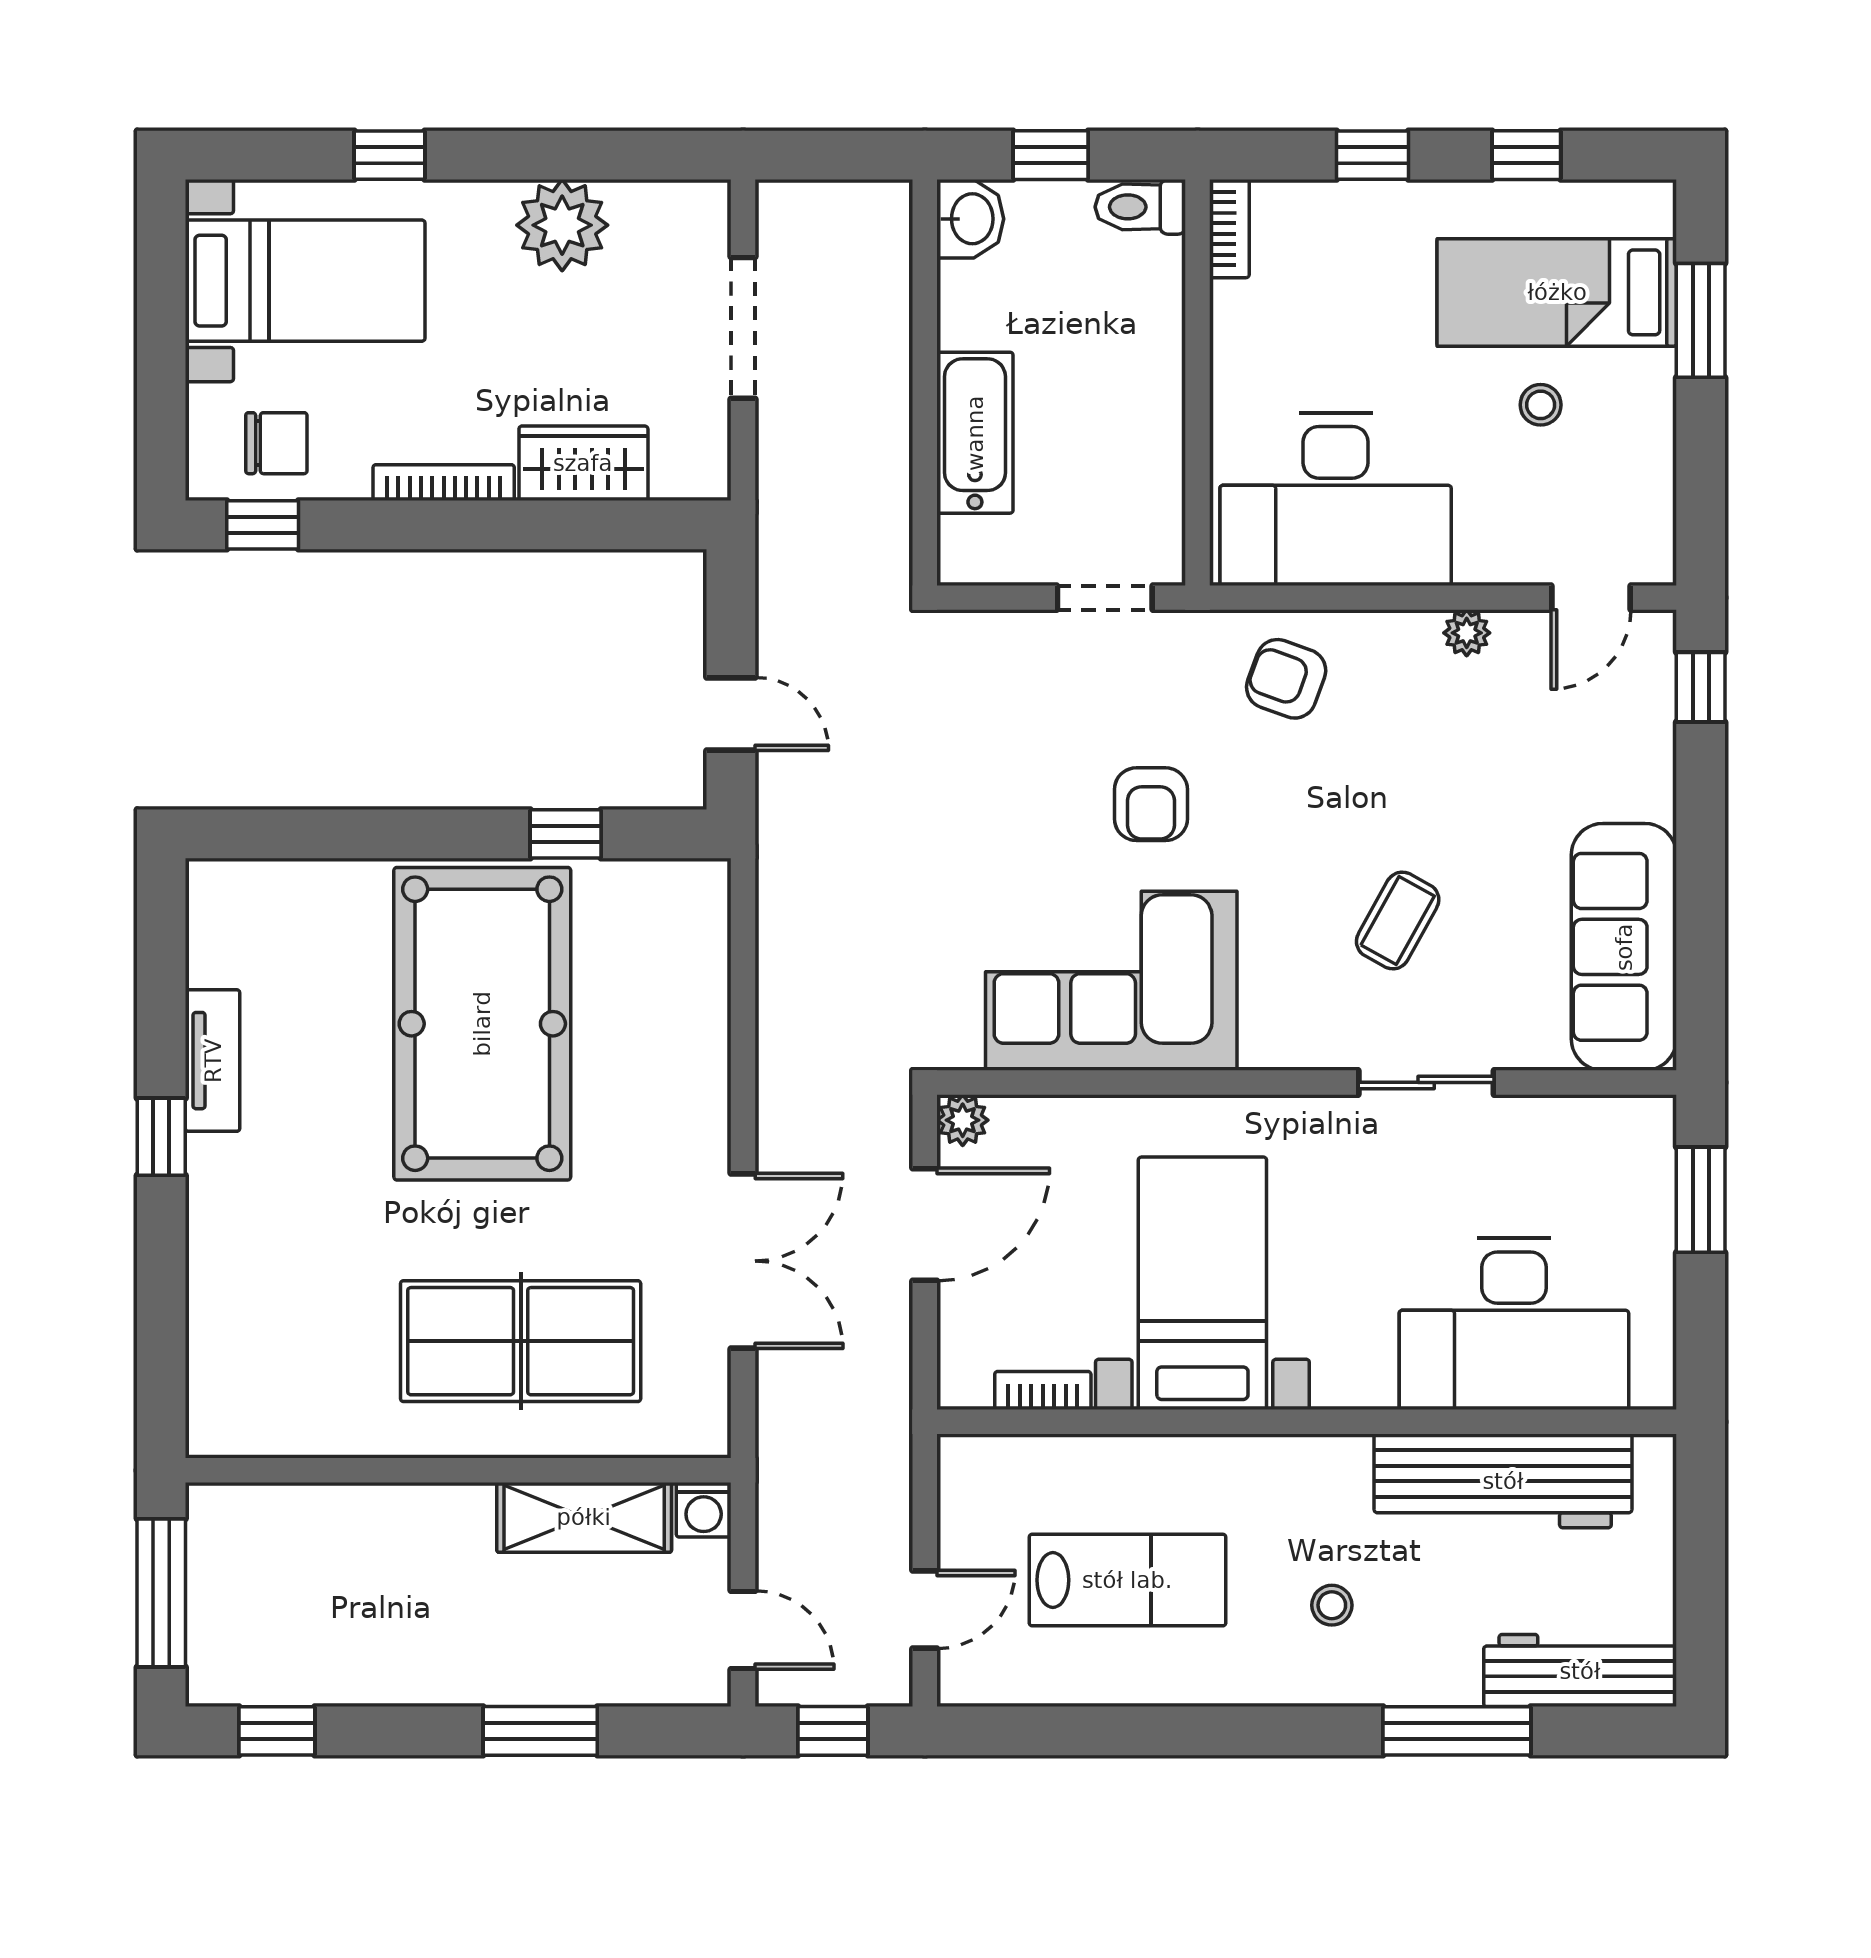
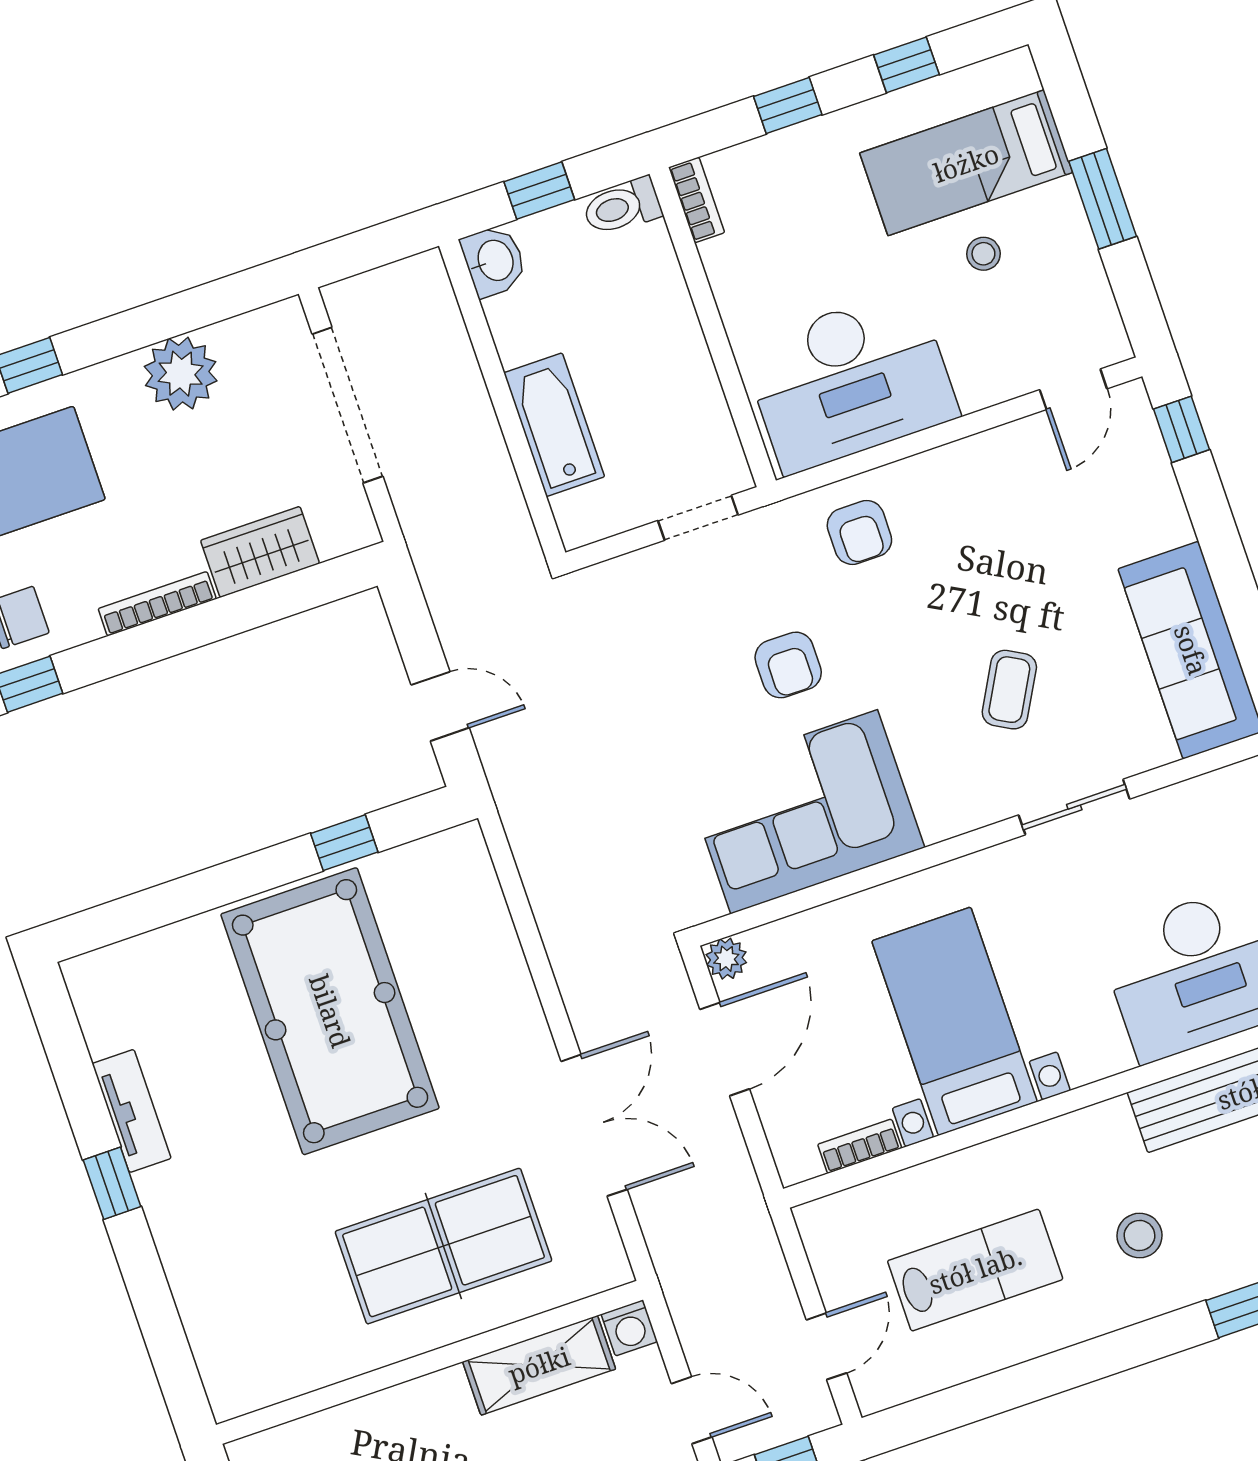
window: (1701, 320) -> (1103, 199), moved
doorway: (743, 328) -> (347, 405), width x1.36
plant: (1467, 633) -> (987, 449), removed
armchair: (1286, 679) -> (859, 532), turned -110
stool: (1332, 1605) -> (1140, 1236), width x1.37, depth x1.37

